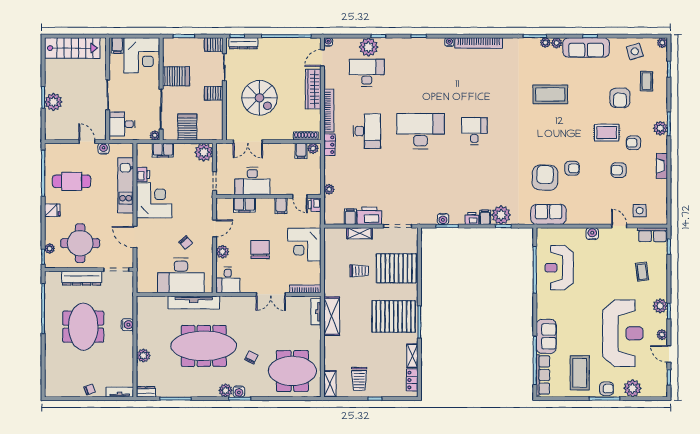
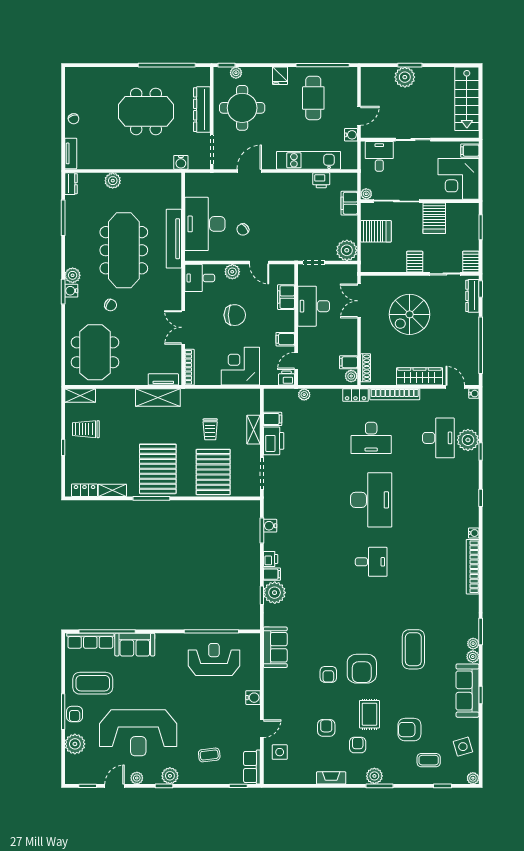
armchair: (545, 178) -> (362, 669), moved, turned 88
corner desk: (154, 200) -> (291, 193), removed
water cooler: (127, 325) -> (181, 162), moved

